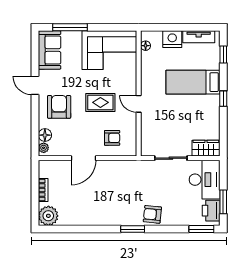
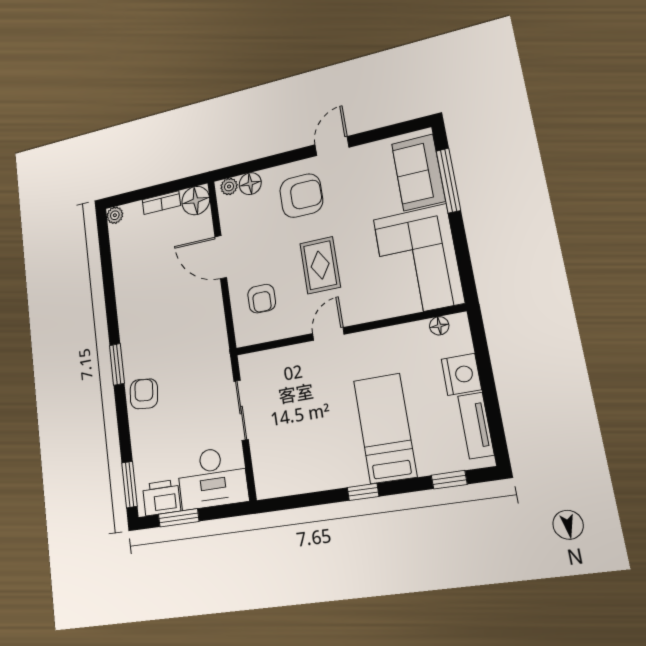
sofa: (50, 50) -> (418, 172), moved, turned 90
wardrobe: (206, 148) -> (267, 472), removed
floor lamp: (47, 169) -> (196, 201), added
plant: (48, 216) -> (115, 215), width x0.53, depth x0.53

